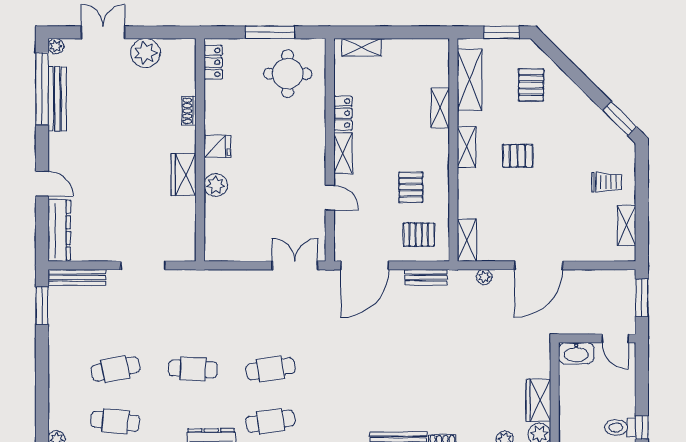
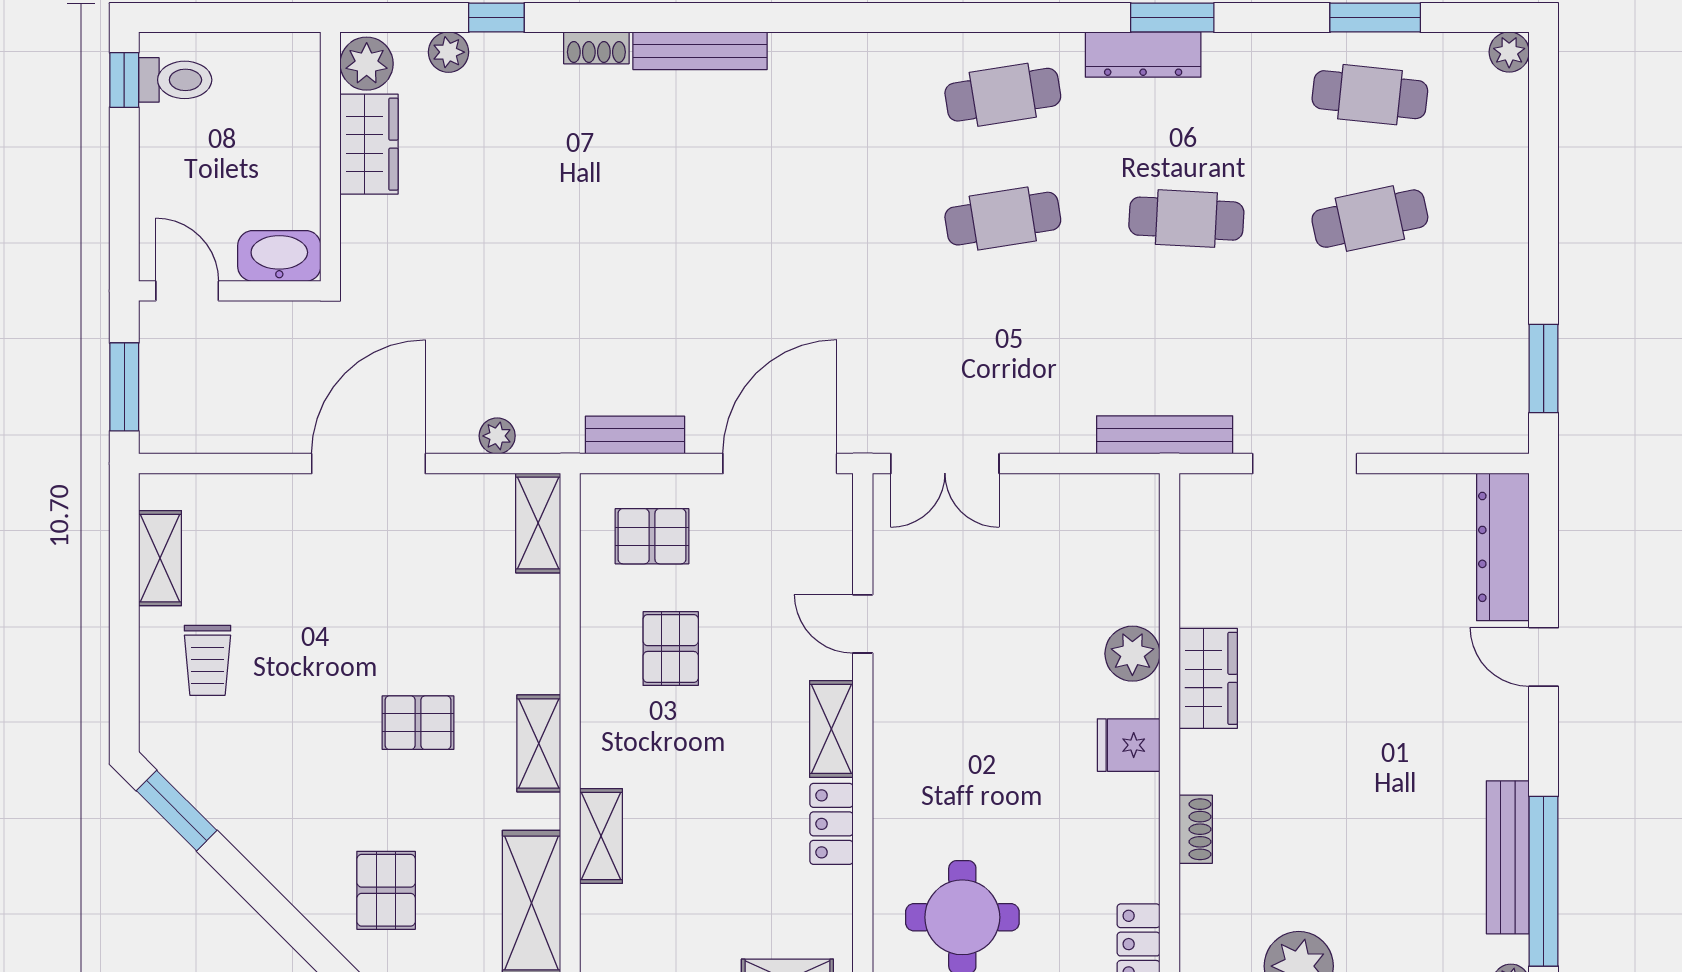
trolley: (607, 182) -> (207, 660), turned -90
bench: (77, 277) -> (1165, 435), moved

